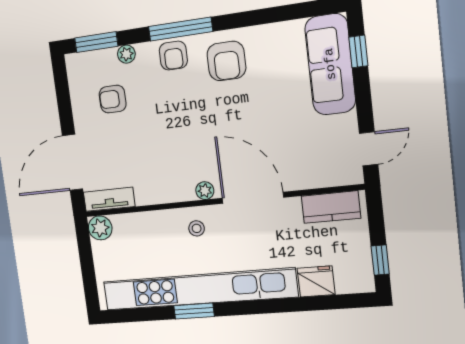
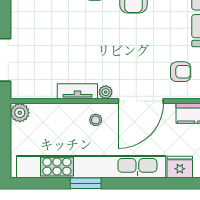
armchair: (113, 99) -> (181, 72), moved, turned 180
door: (253, 198) -> (141, 101), swing flipped
tv unit: (109, 199) -> (77, 91), moved

